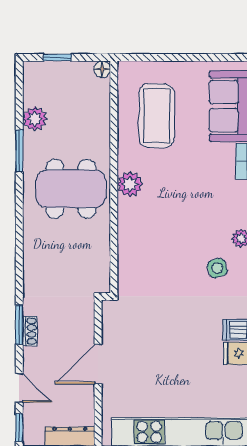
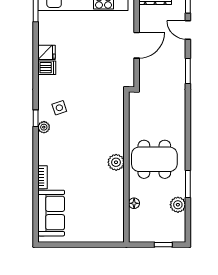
floor lamp: (102, 69) -> (134, 203), moved
coffee table: (157, 116) -> (99, 207), removed
shoe rack: (30, 331) -> (181, 67), removed

